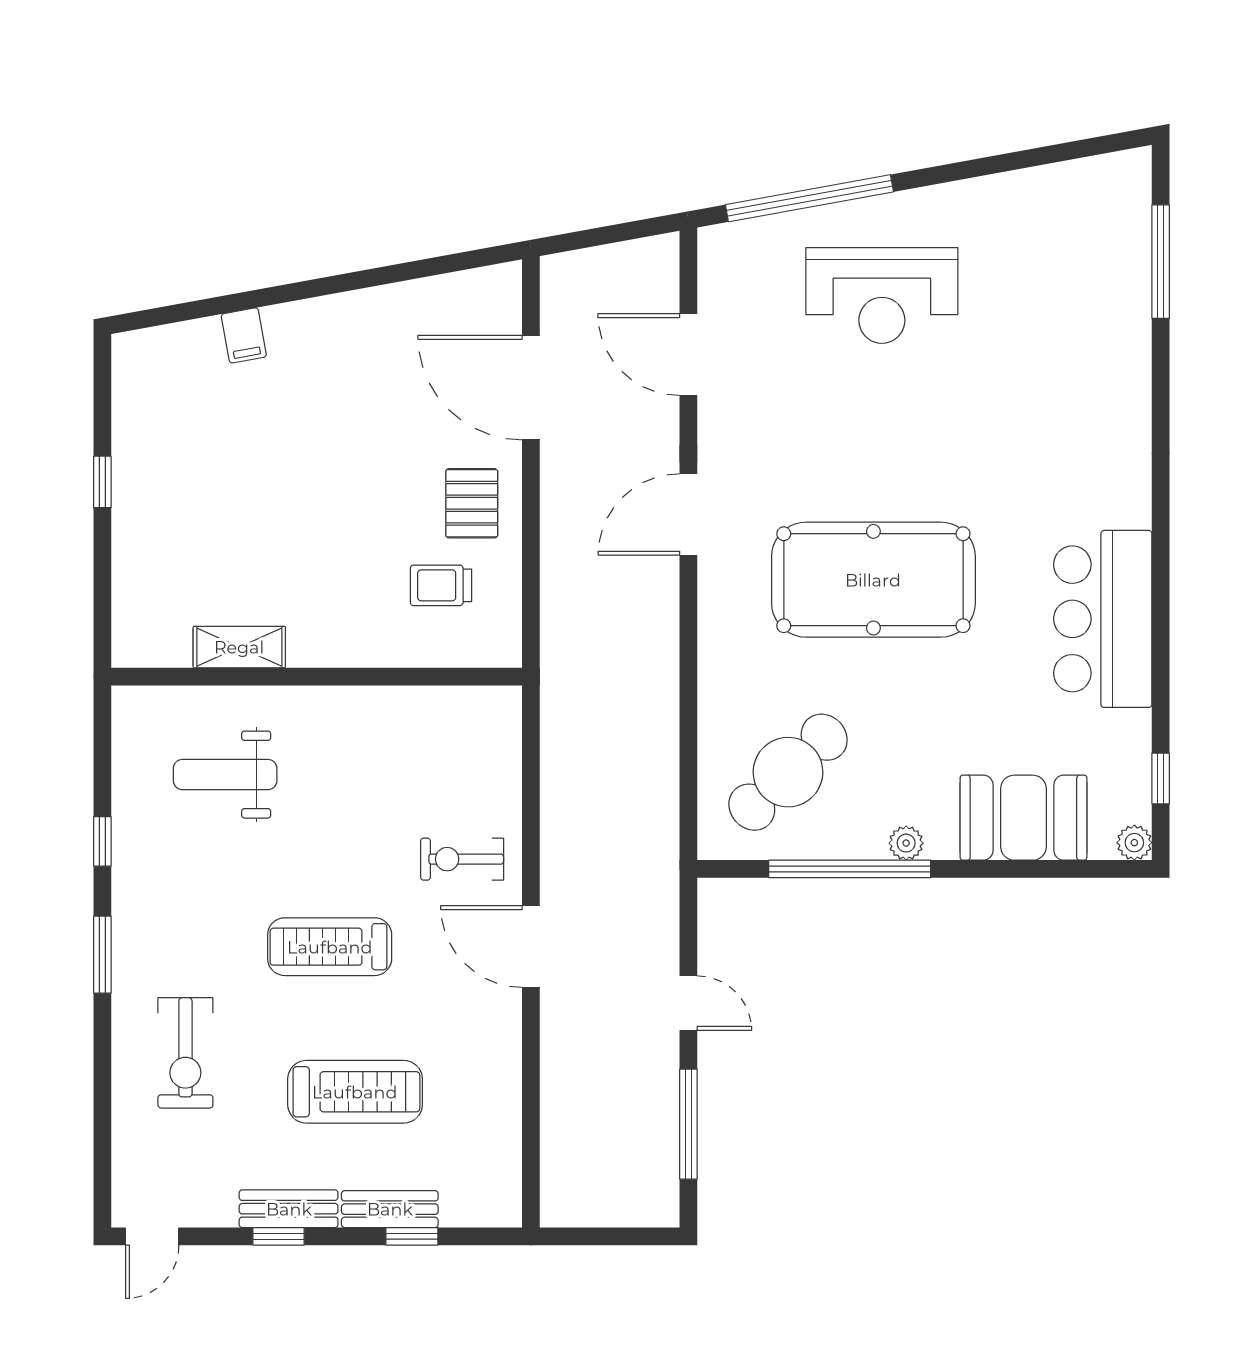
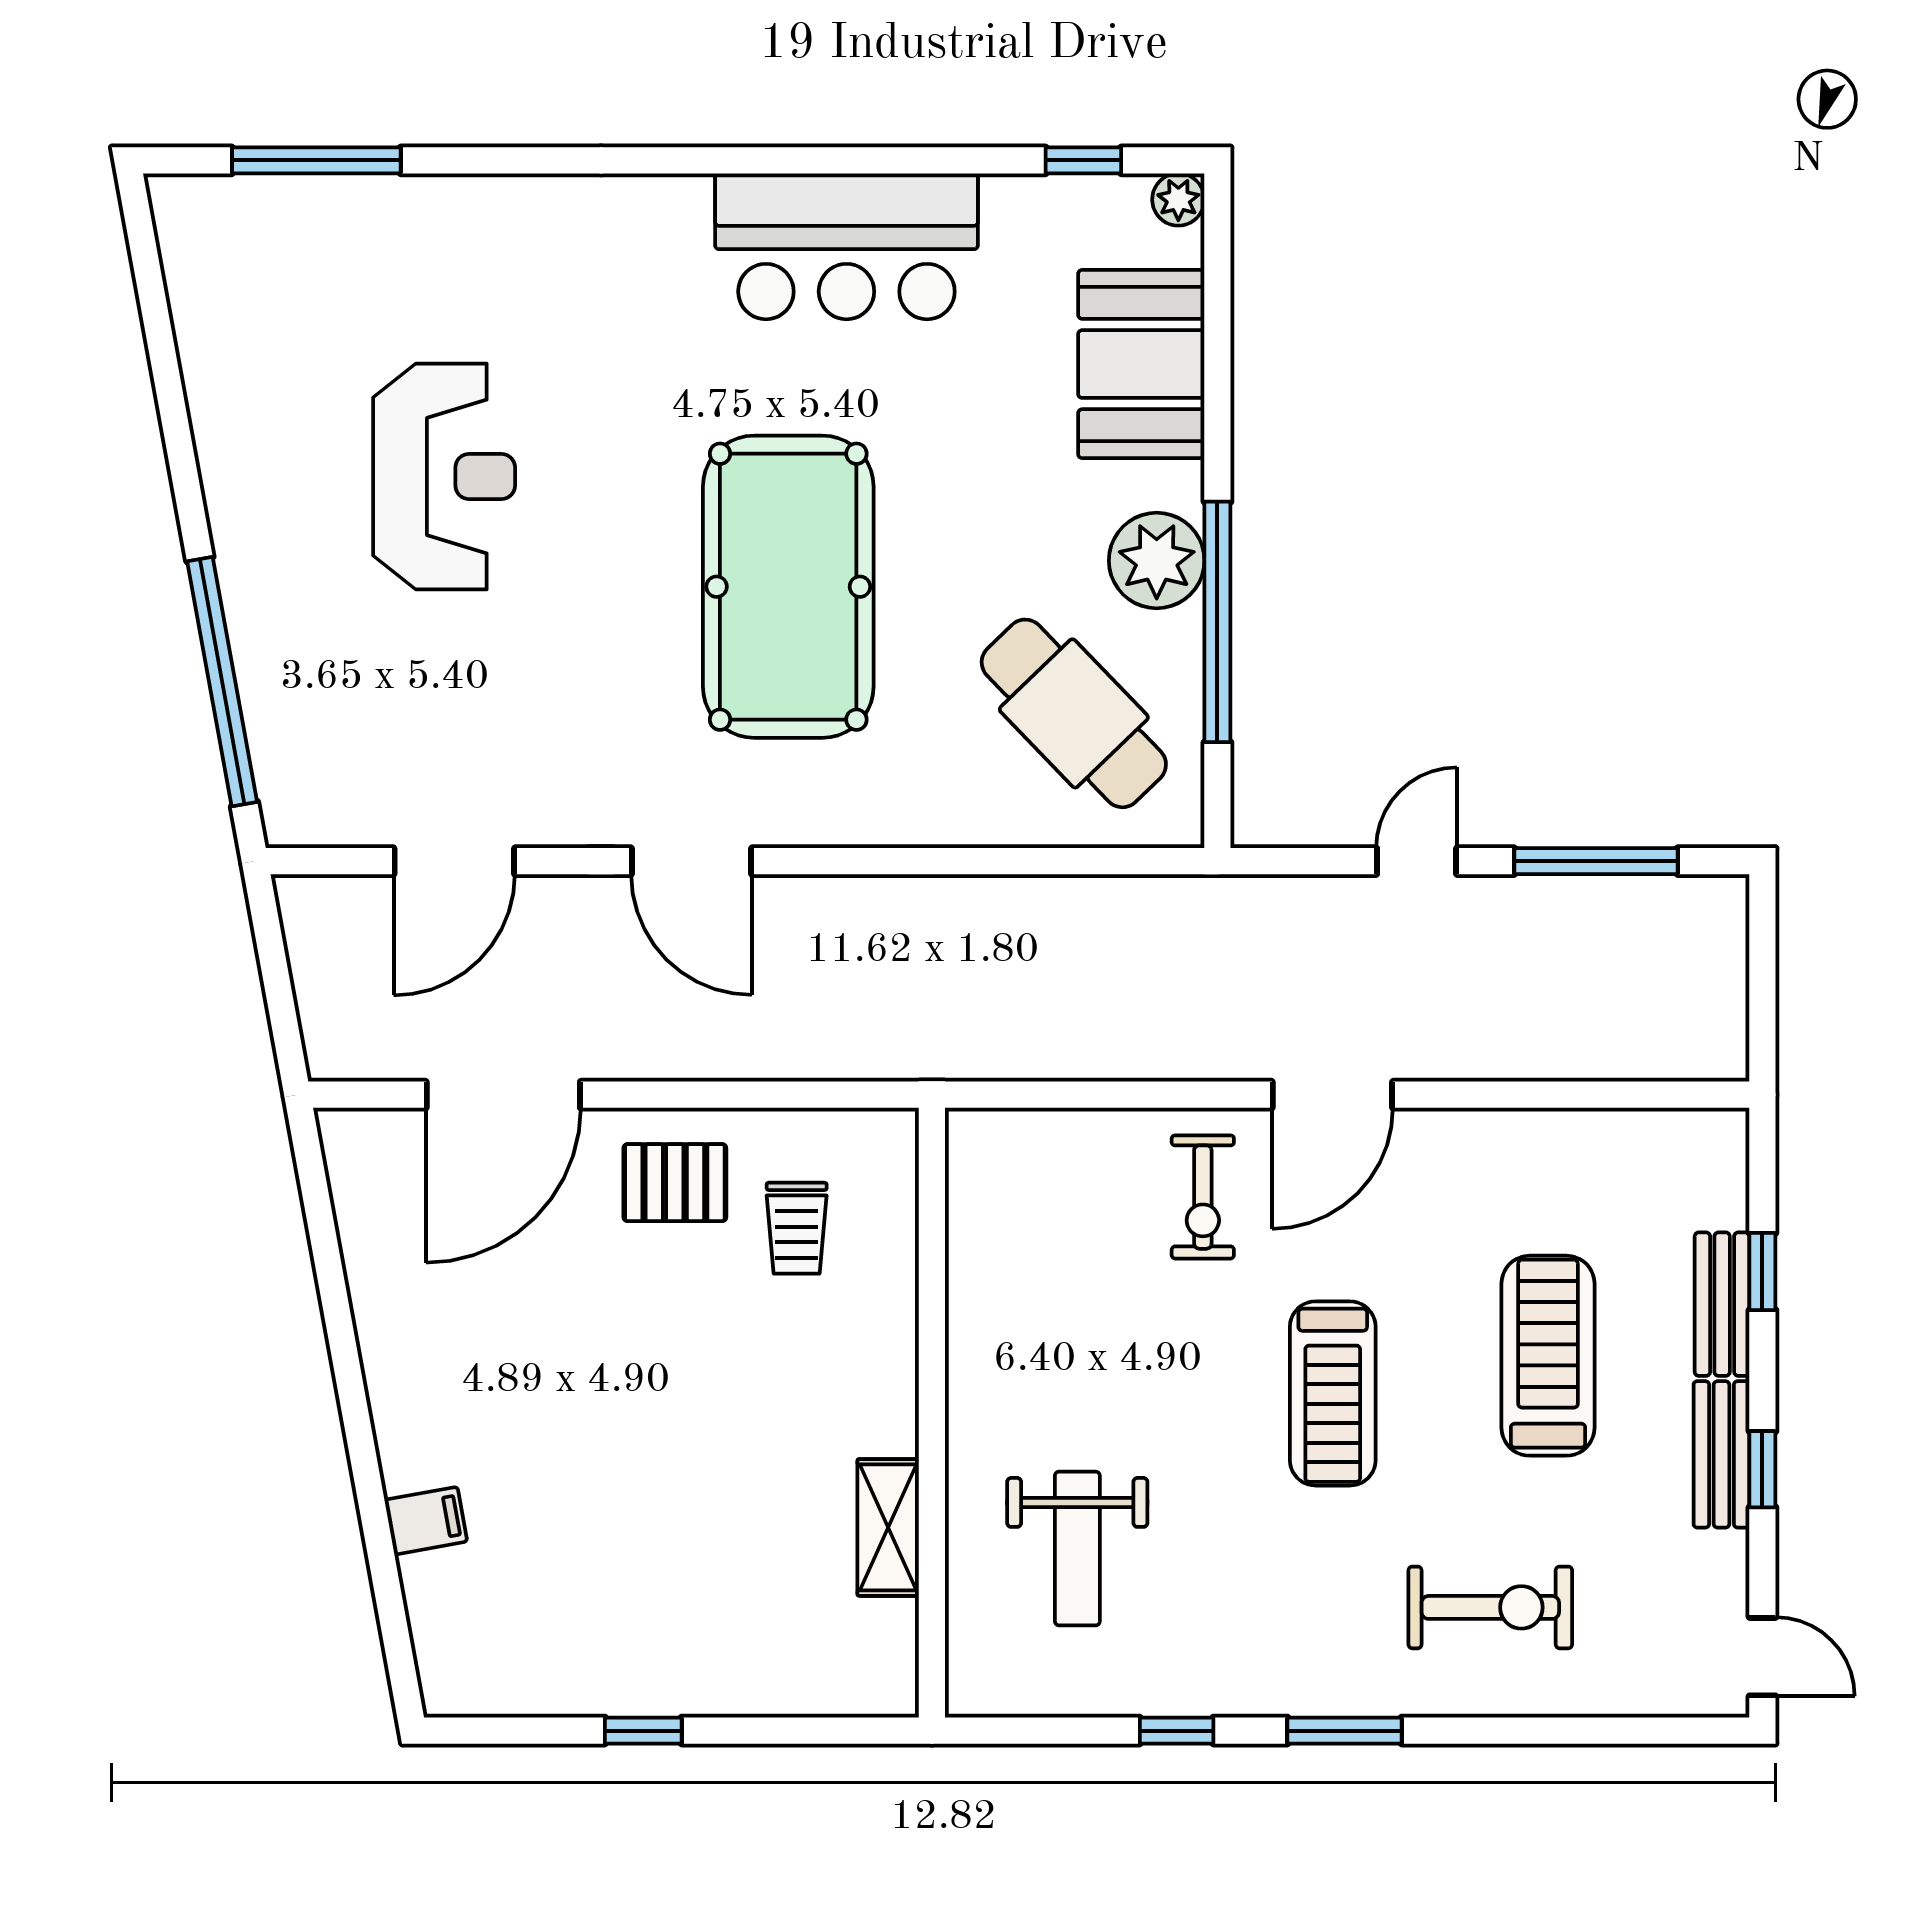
reception desk: (882, 295) -> (444, 476), moved
plant: (906, 843) -> (1157, 561), width x1.88, depth x1.88

